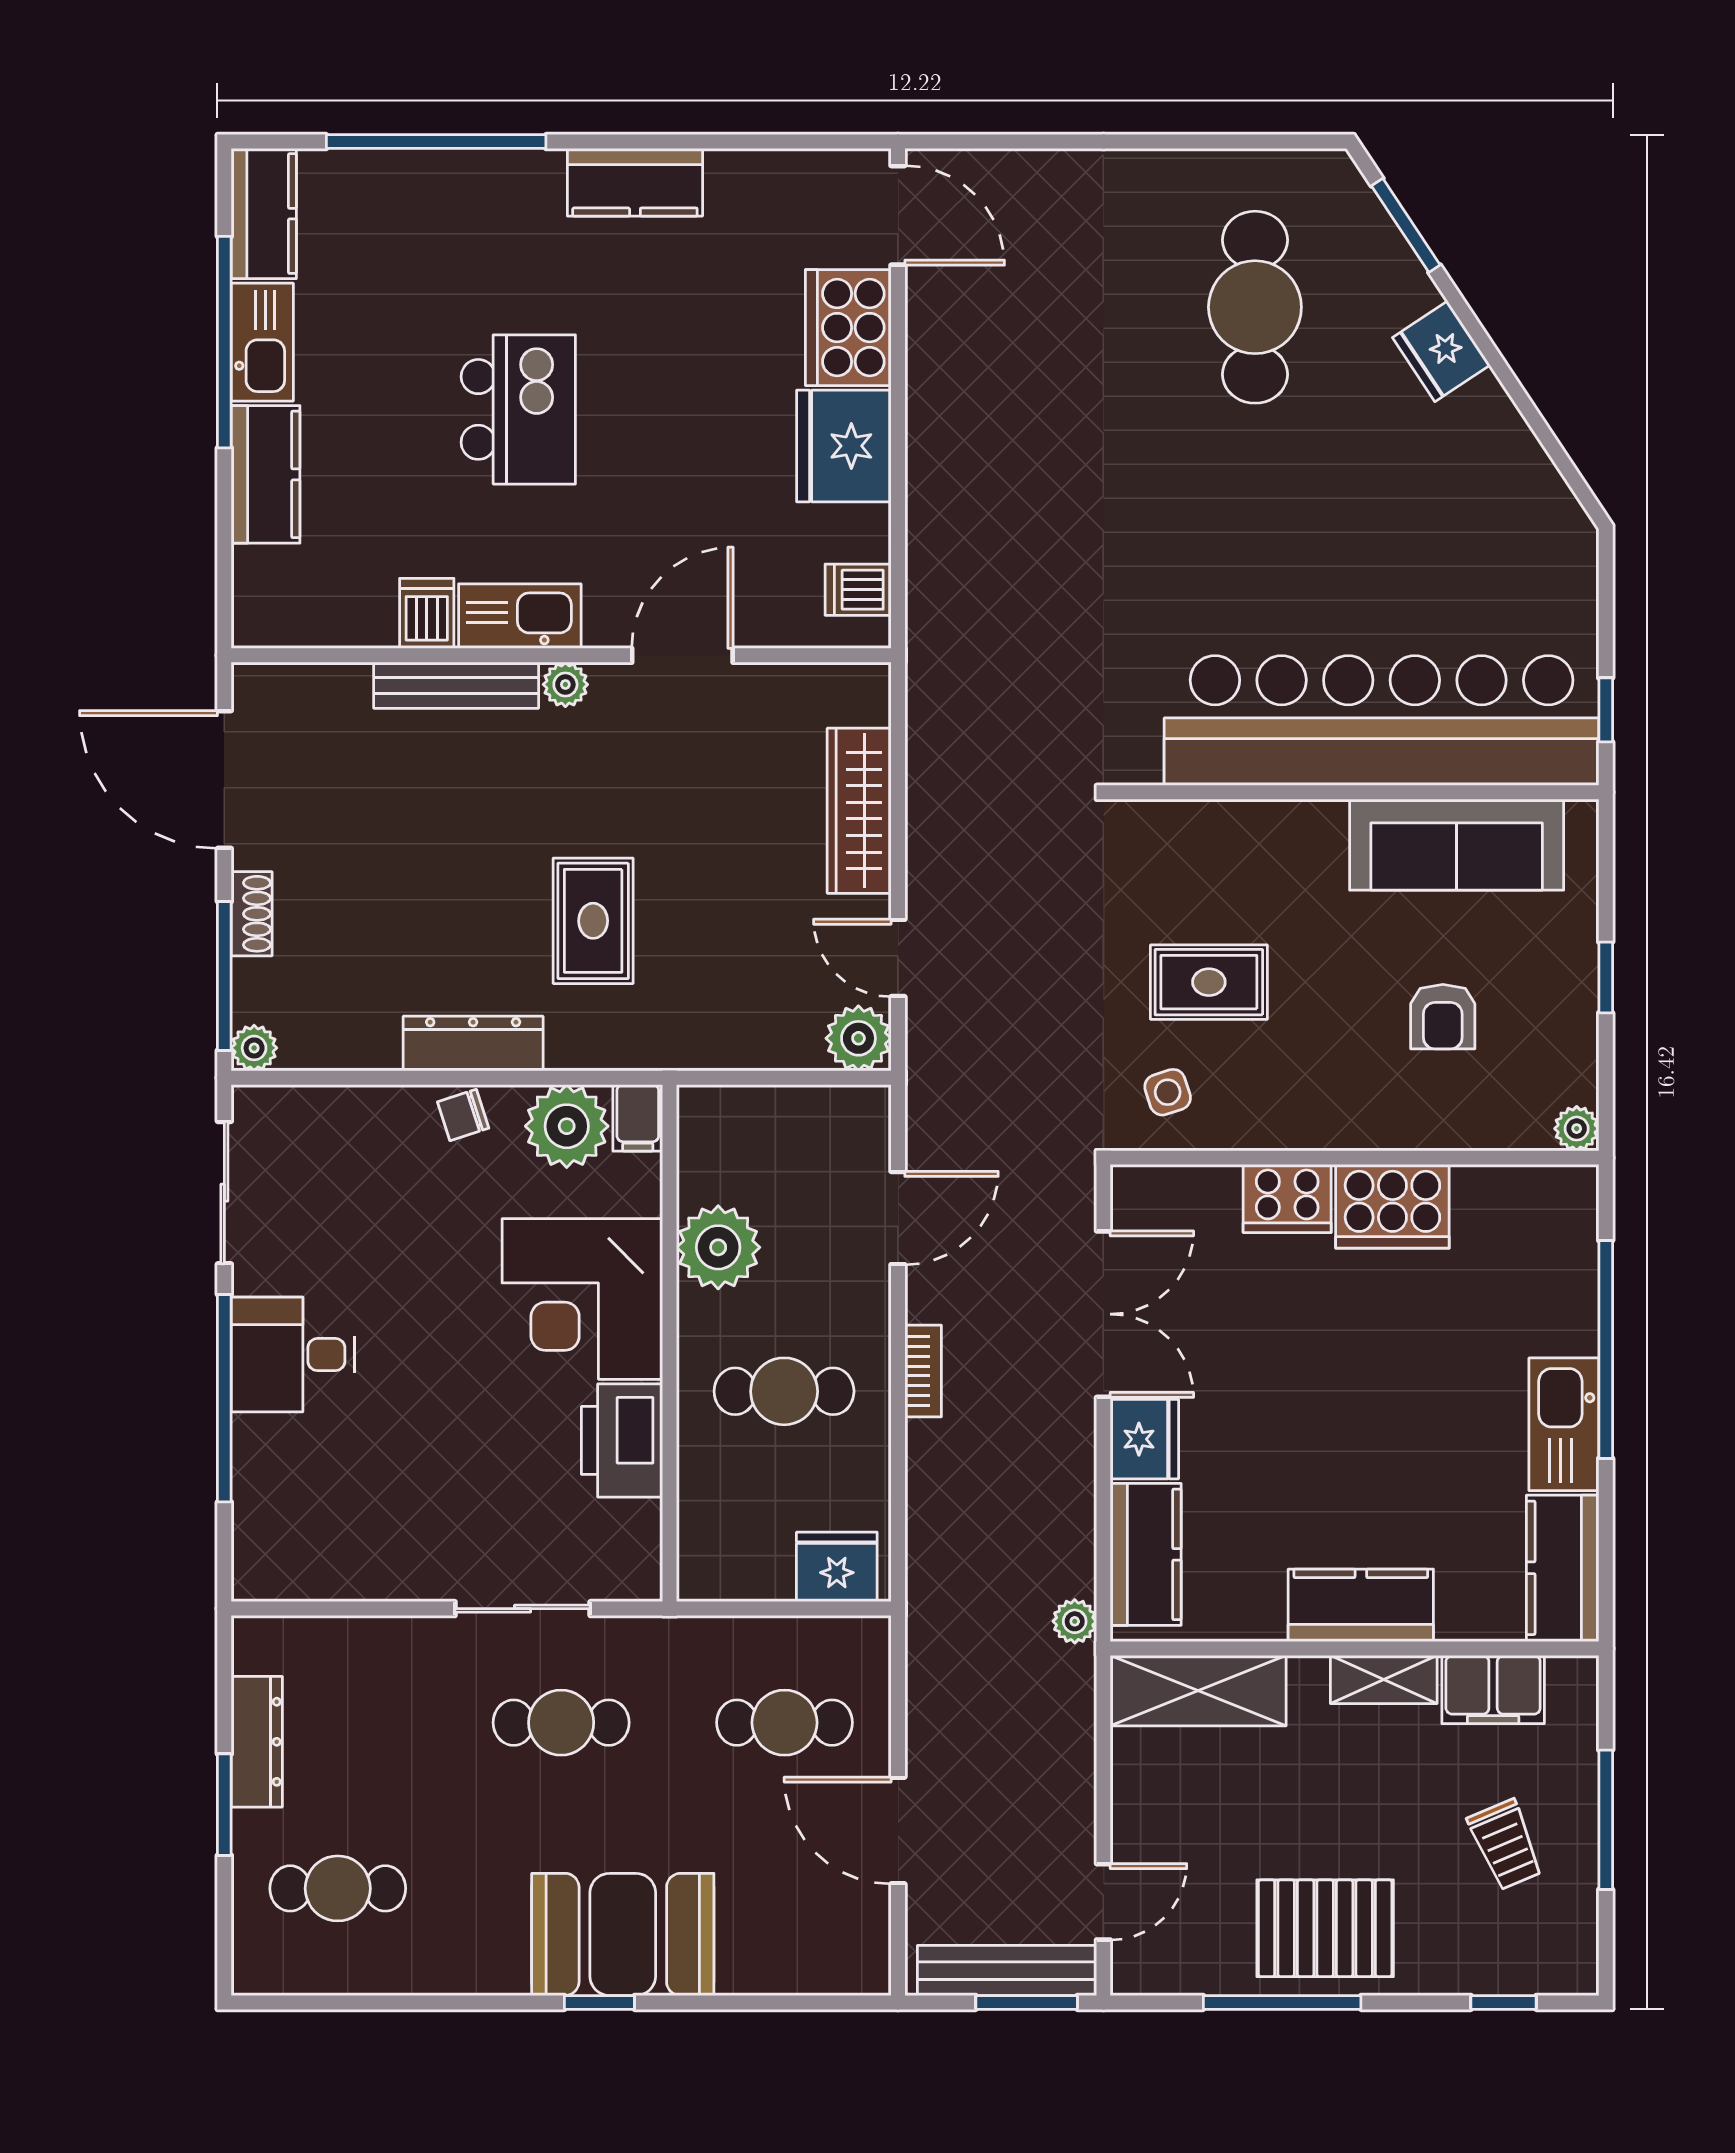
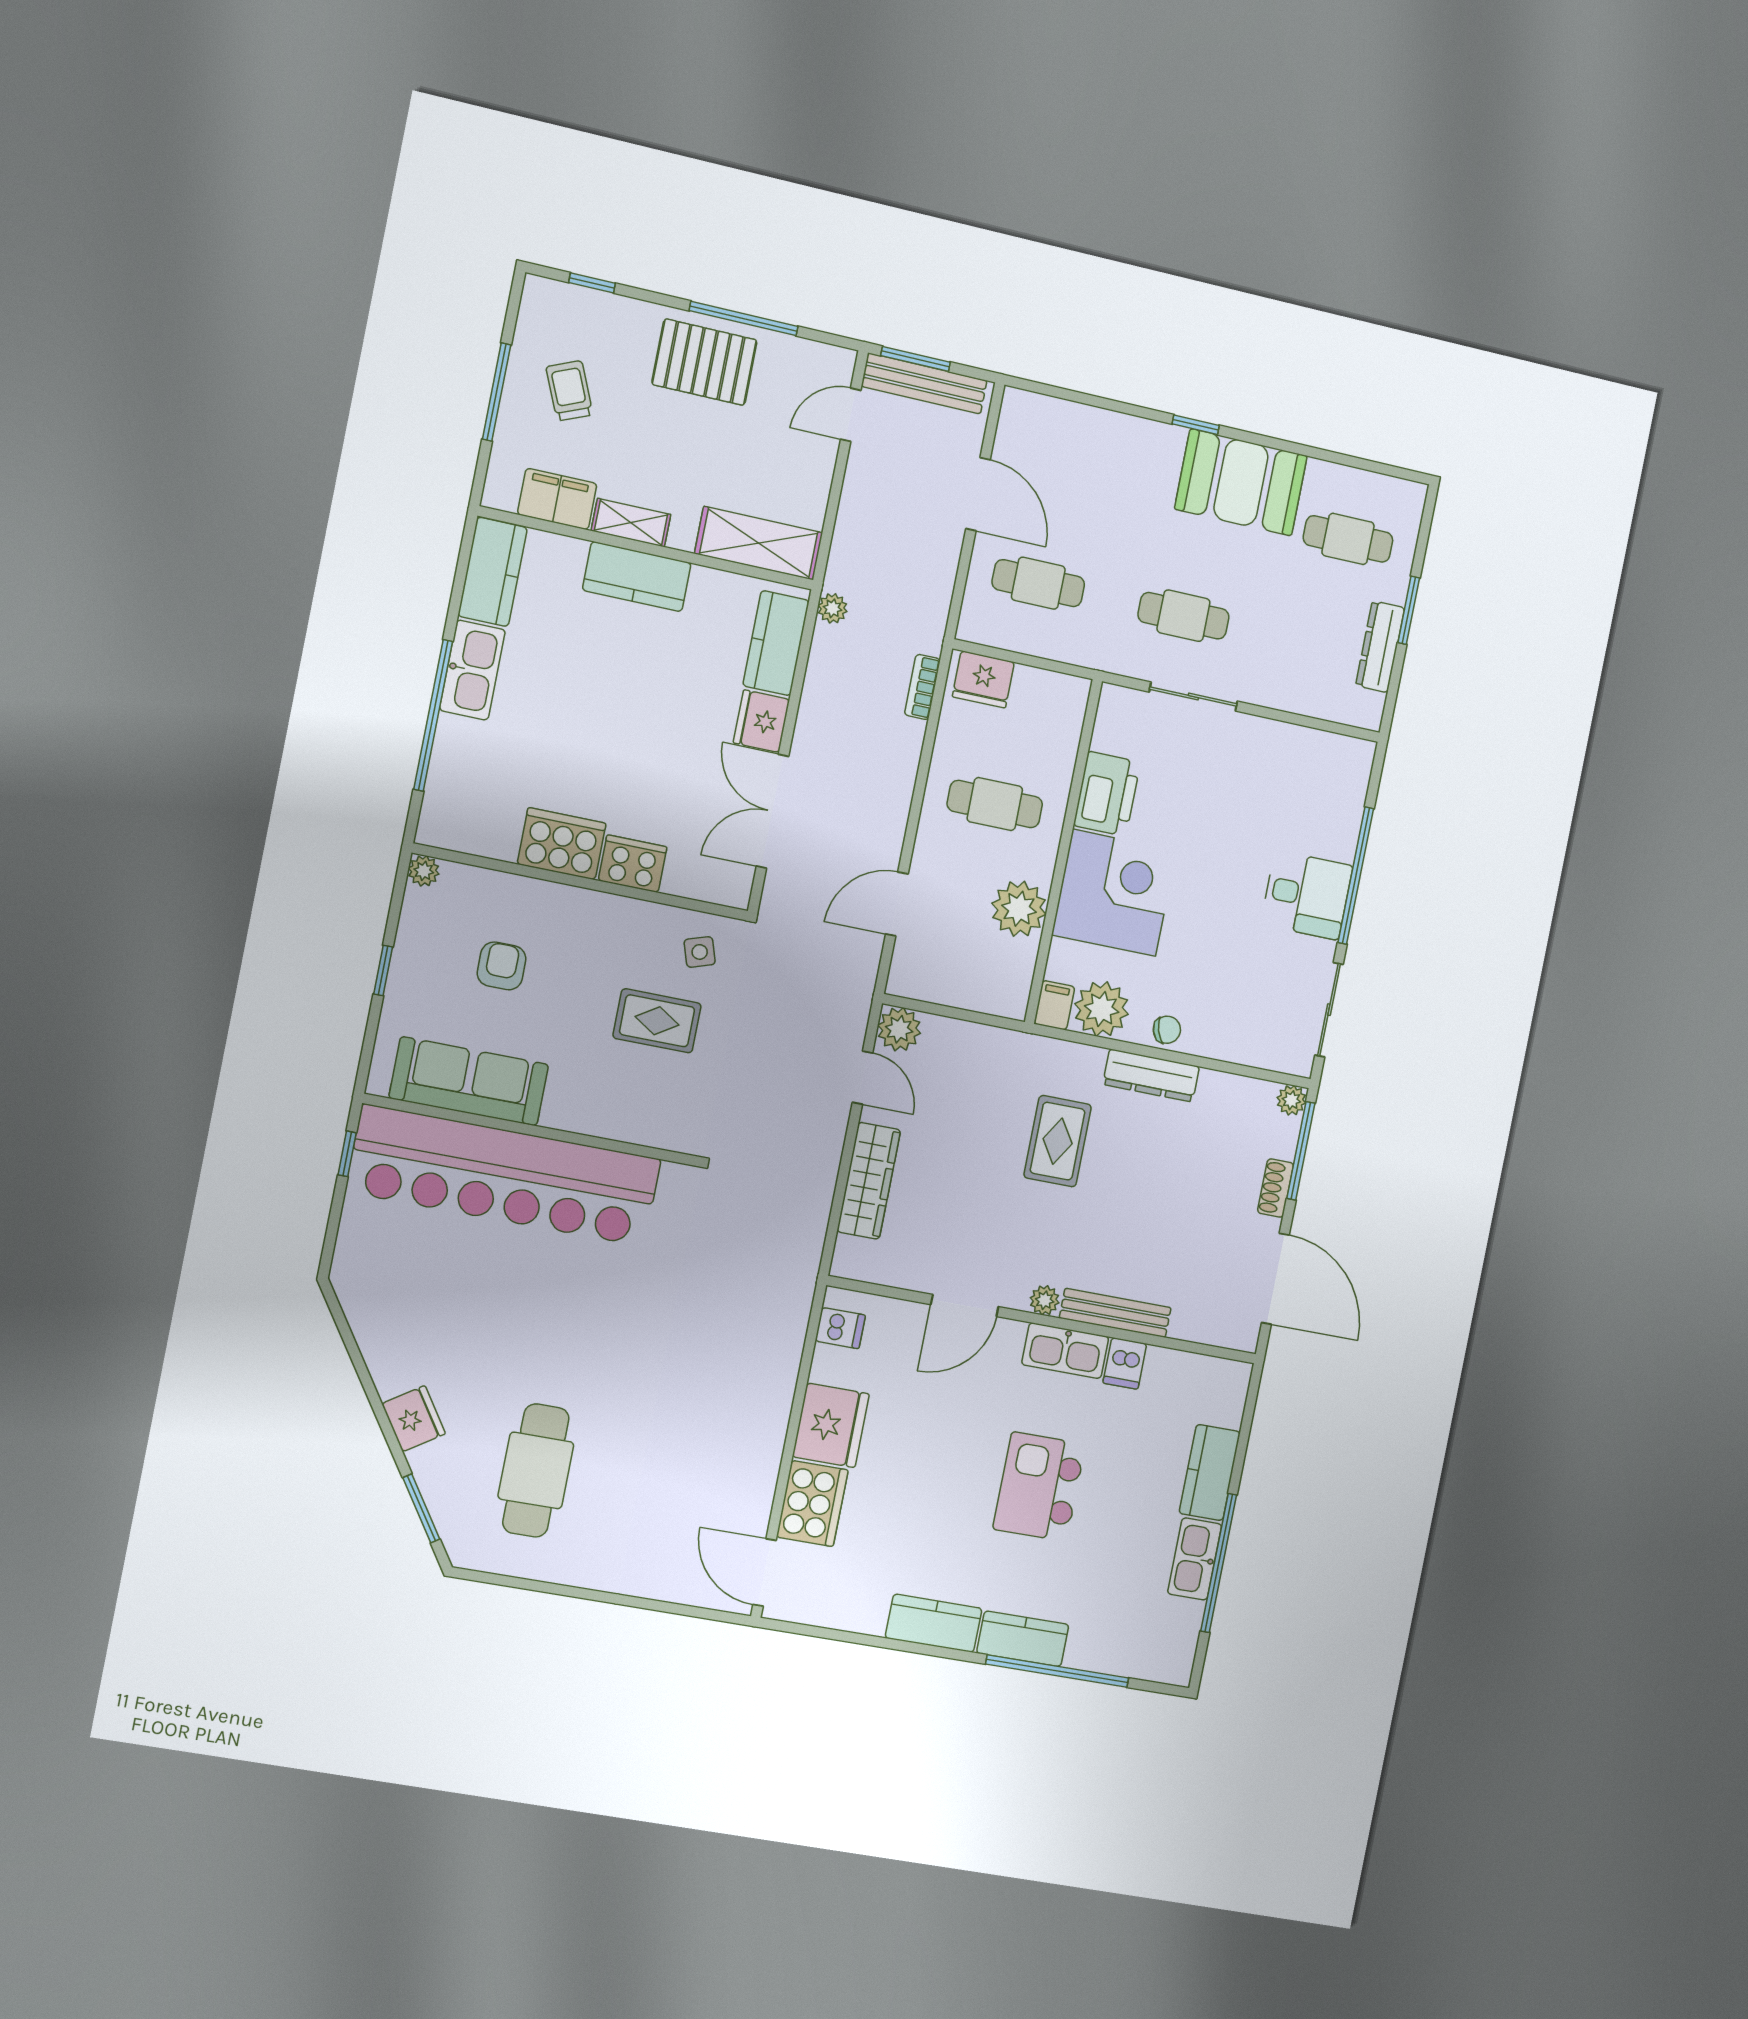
kitchen counter: (264, 214) -> (1023, 1639), moved, turned 90
bookcase: (923, 1371) -> (922, 687), moved
booth: (623, 1934) -> (1241, 482), moved

